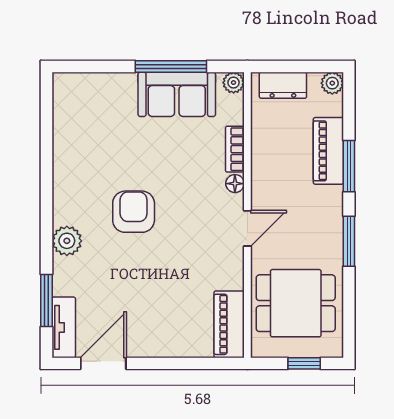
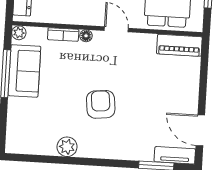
armchair: (134, 212) -> (101, 104), turned 84
plant: (67, 241) -> (67, 147), moved

